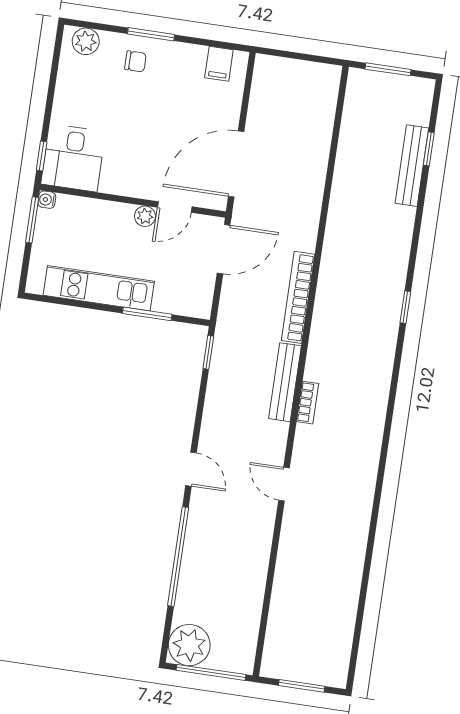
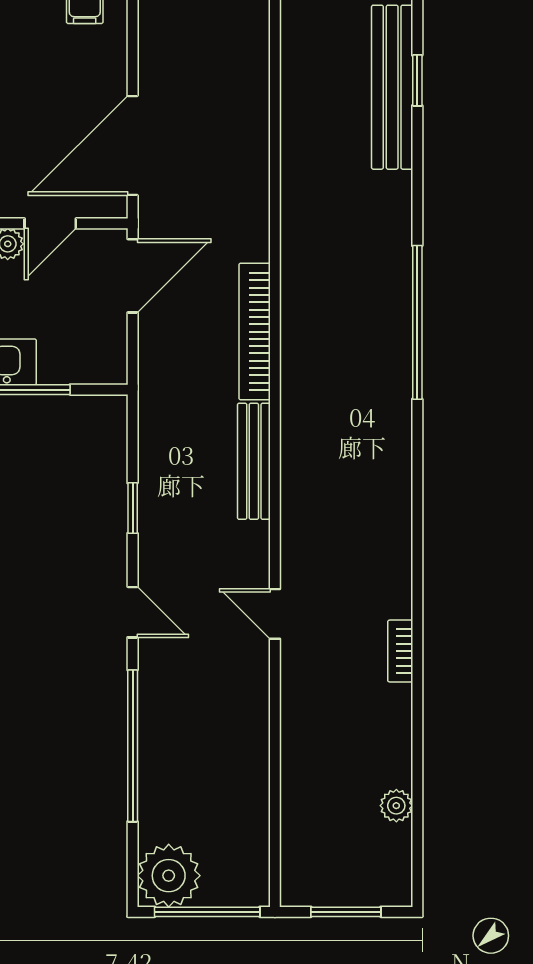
bench: (412, 166) -> (392, 87), width x1.37, depth x1.21
window: (405, 307) -> (417, 322), width x3.17
window: (208, 352) -> (133, 508), moved
bookcase: (308, 403) -> (400, 651), moved, turned 180
plant: (345, 621) -> (396, 806), added

